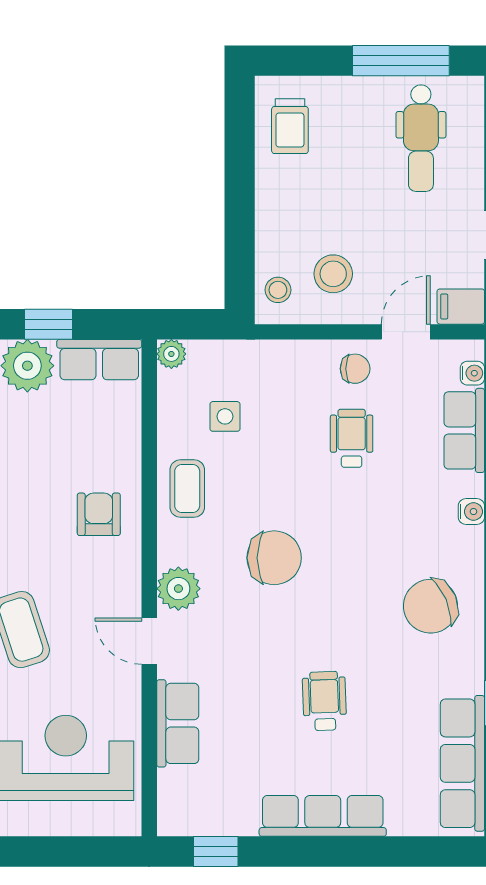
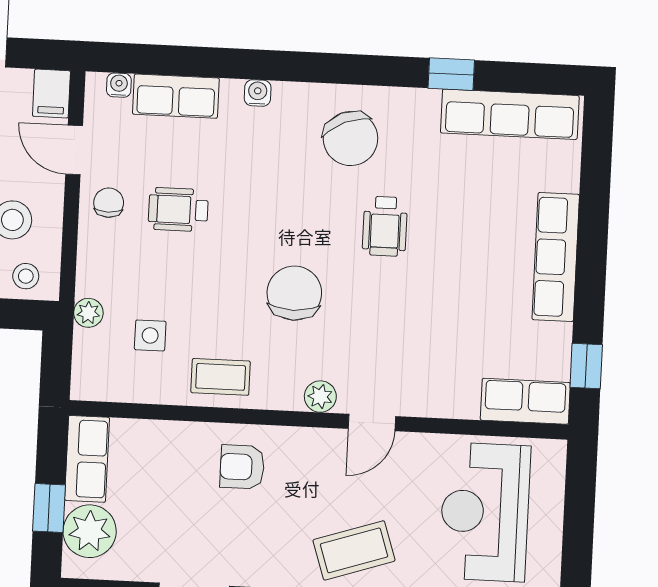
plant: (171, 354) -> (88, 313), moved
plant: (178, 589) -> (320, 397), width x0.73, depth x0.73
wheelchair: (324, 701) -> (385, 226), moved, turned -88
row of seats: (178, 723) -> (525, 401), moved

